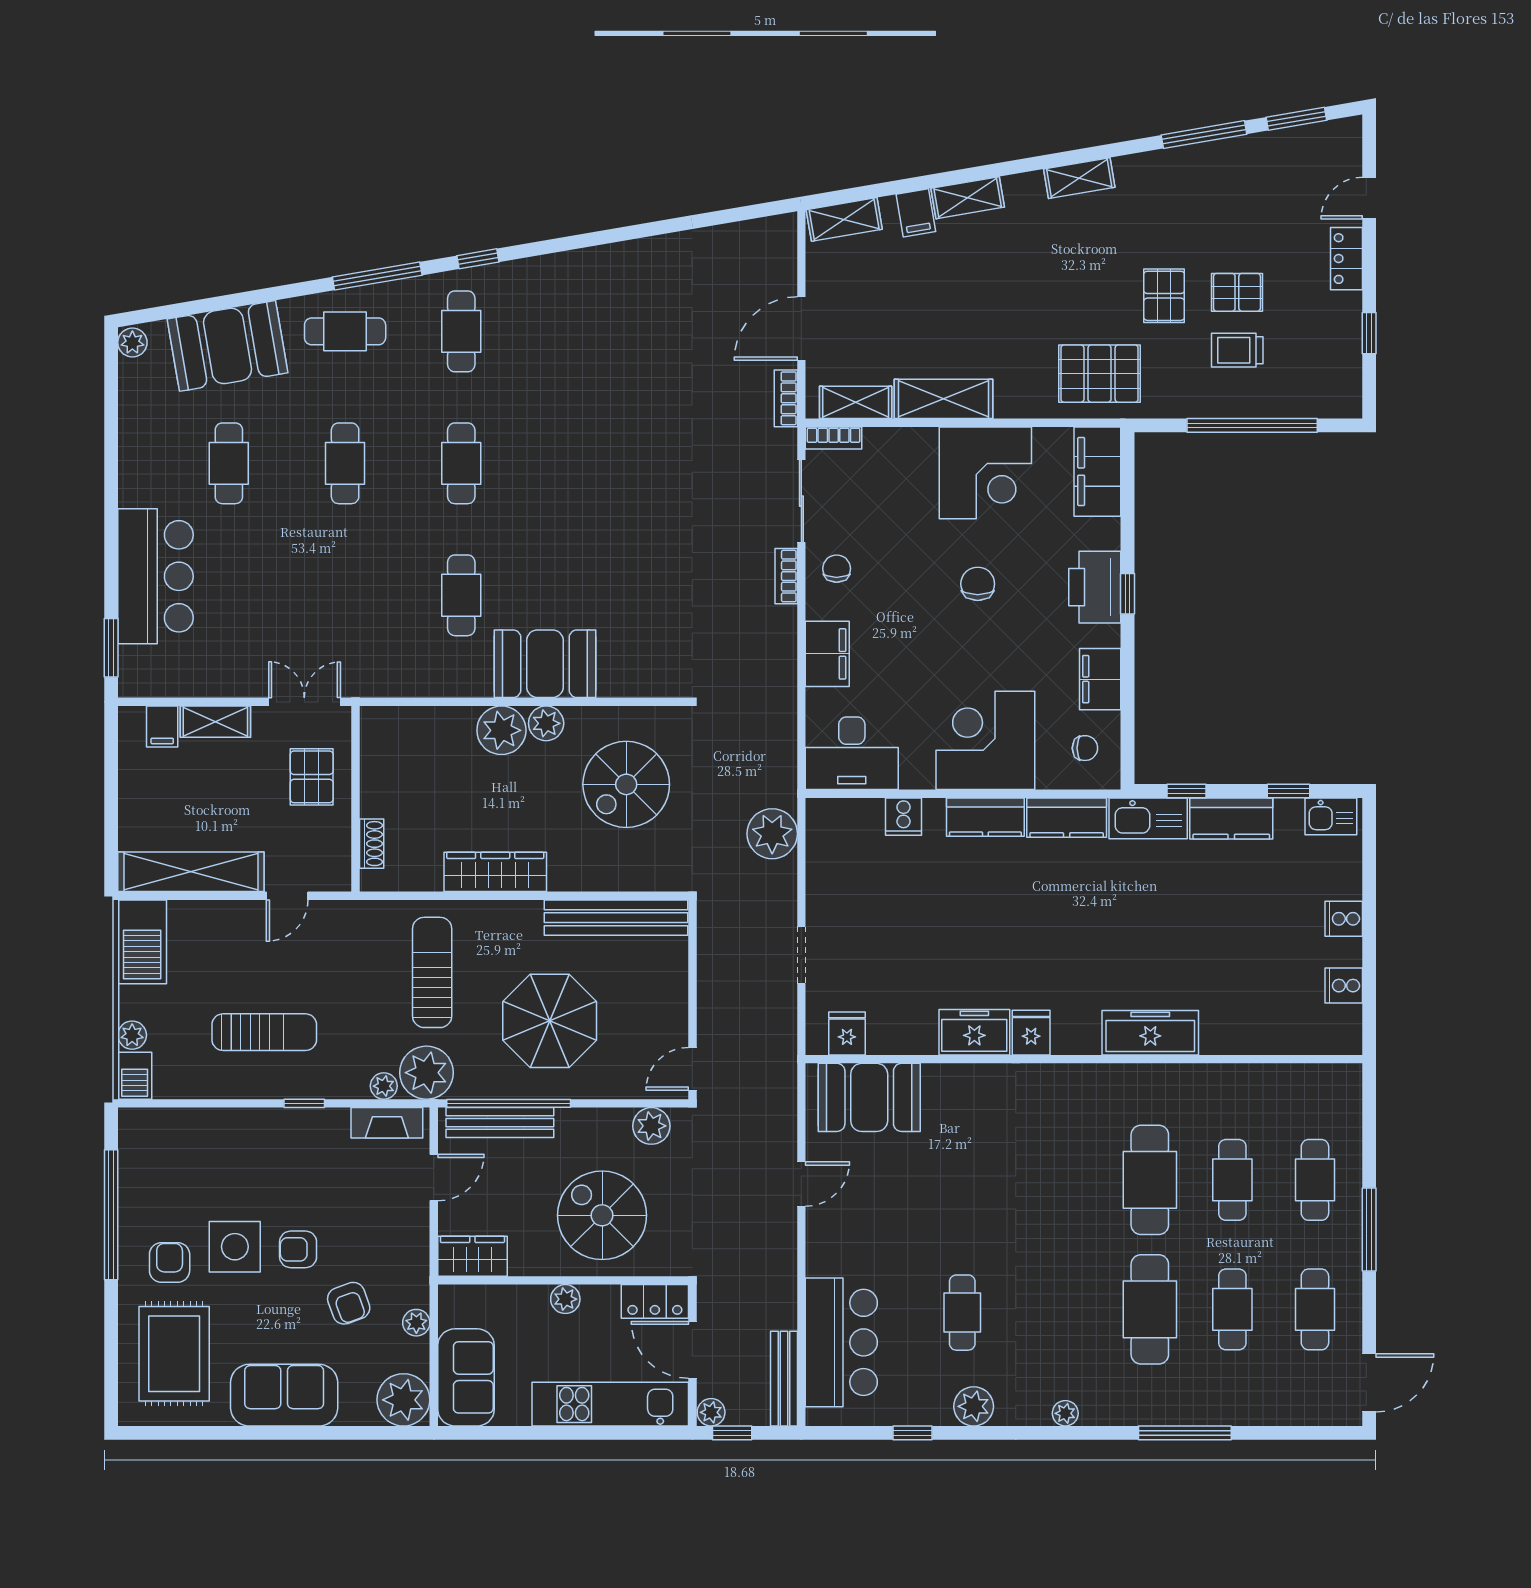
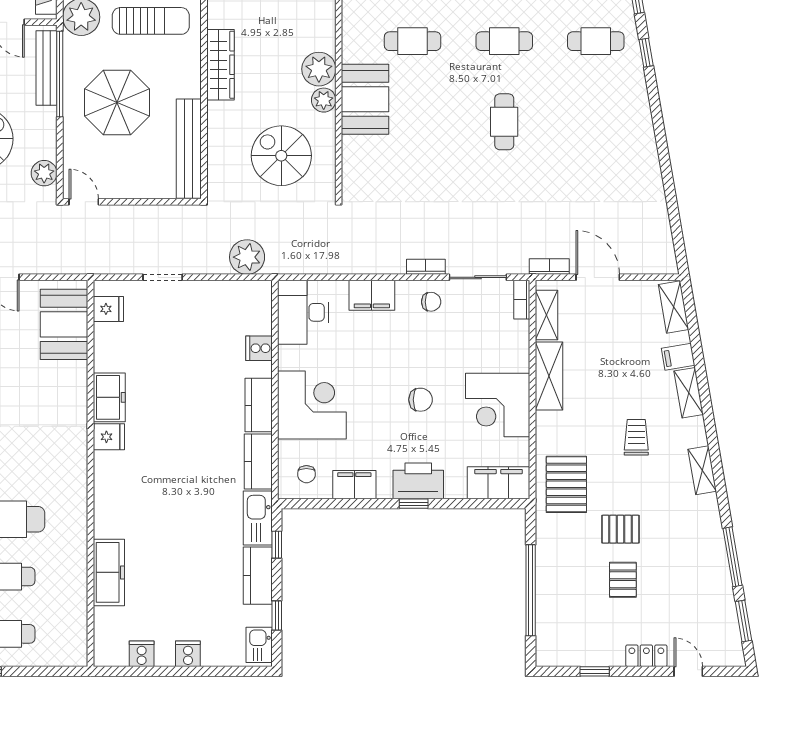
trolley: (1237, 350) -> (636, 437), moved
cafe table: (577, 463) -> (504, 122), added
freezer: (1150, 1033) -> (109, 572), moved

